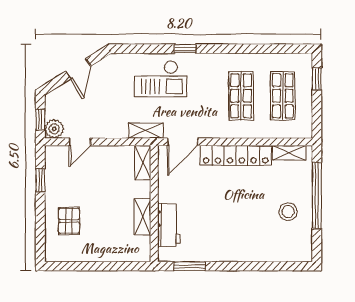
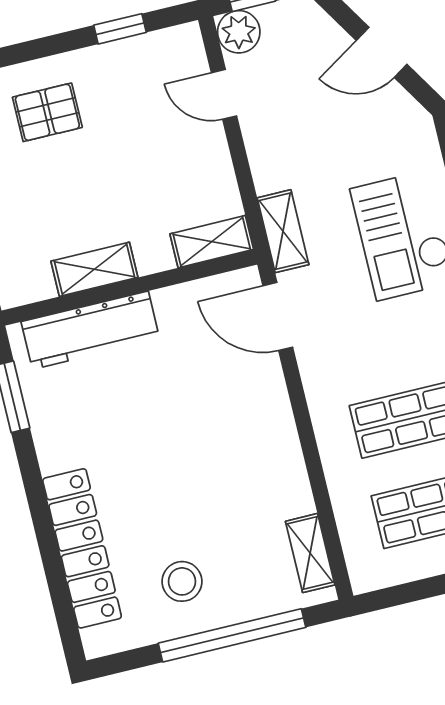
locker: (236, 155) -> (82, 548), moved, turned 180
workbench: (169, 225) -> (90, 330), width x1.38

